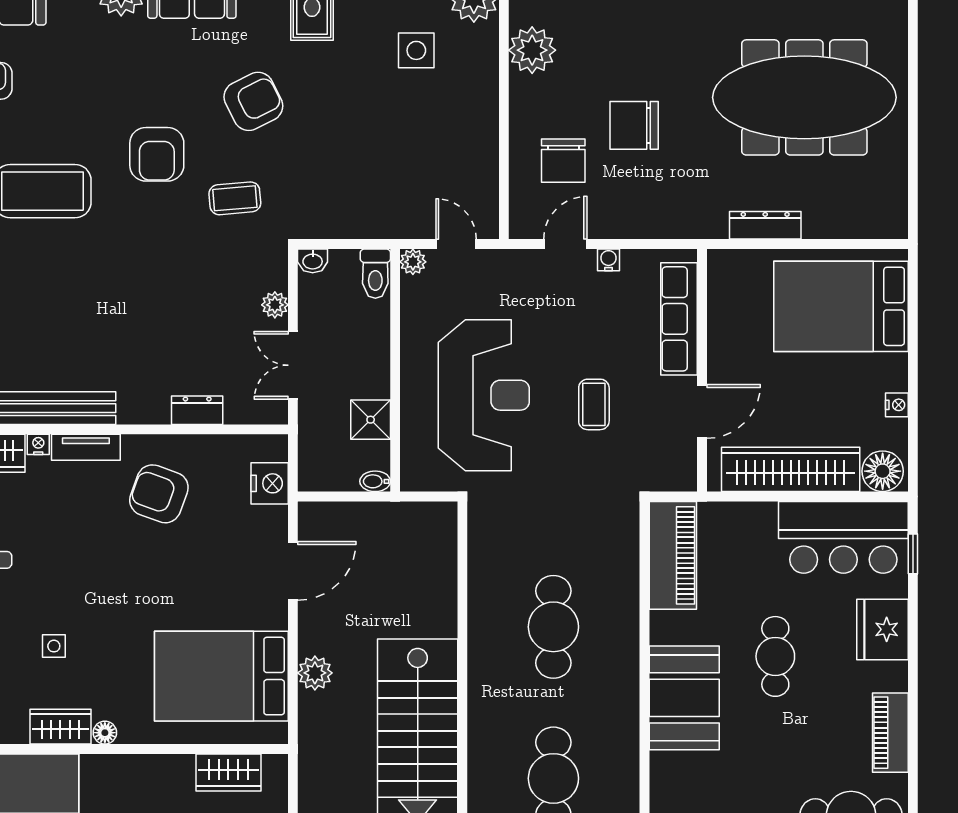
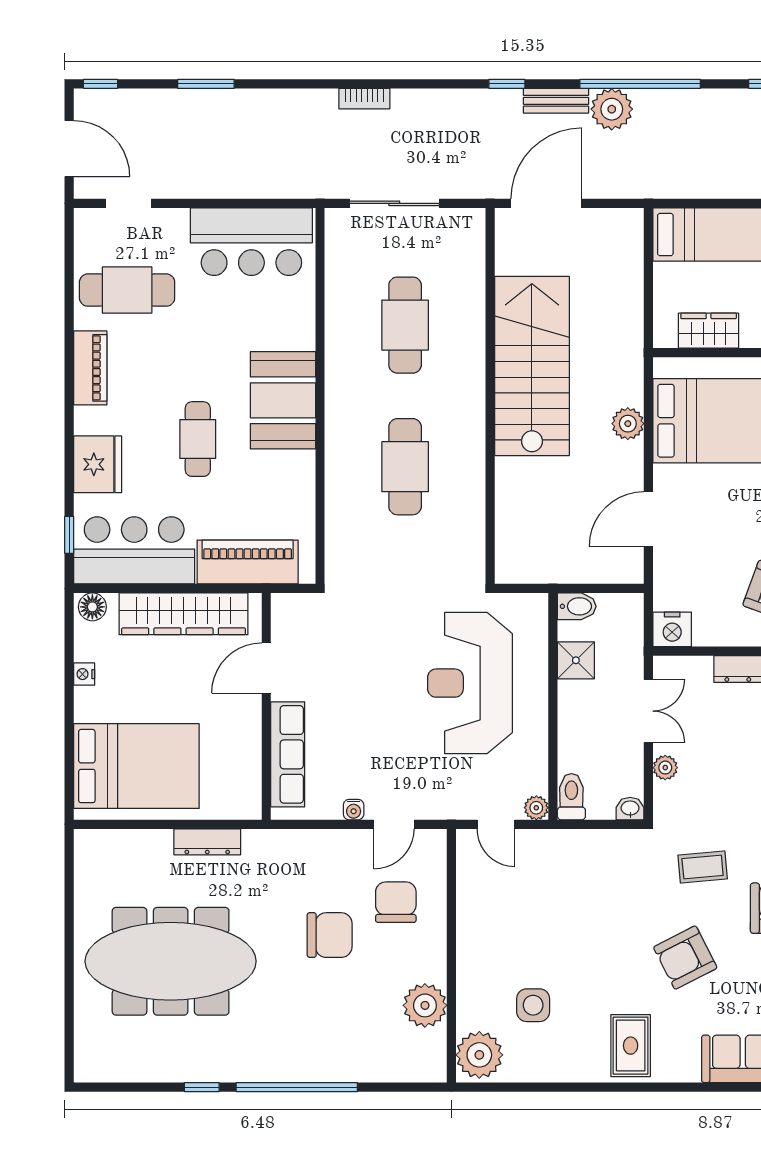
coffee table: (594, 404) -> (367, 674), removed
floor lamp: (883, 471) -> (92, 607), width x0.73, depth x0.73
bidet: (375, 481) -> (577, 606), width x1.38, depth x1.36
nightstand: (270, 483) -> (672, 629), moved, turned -90
piano: (673, 555) -> (248, 562), moved, turned 90

